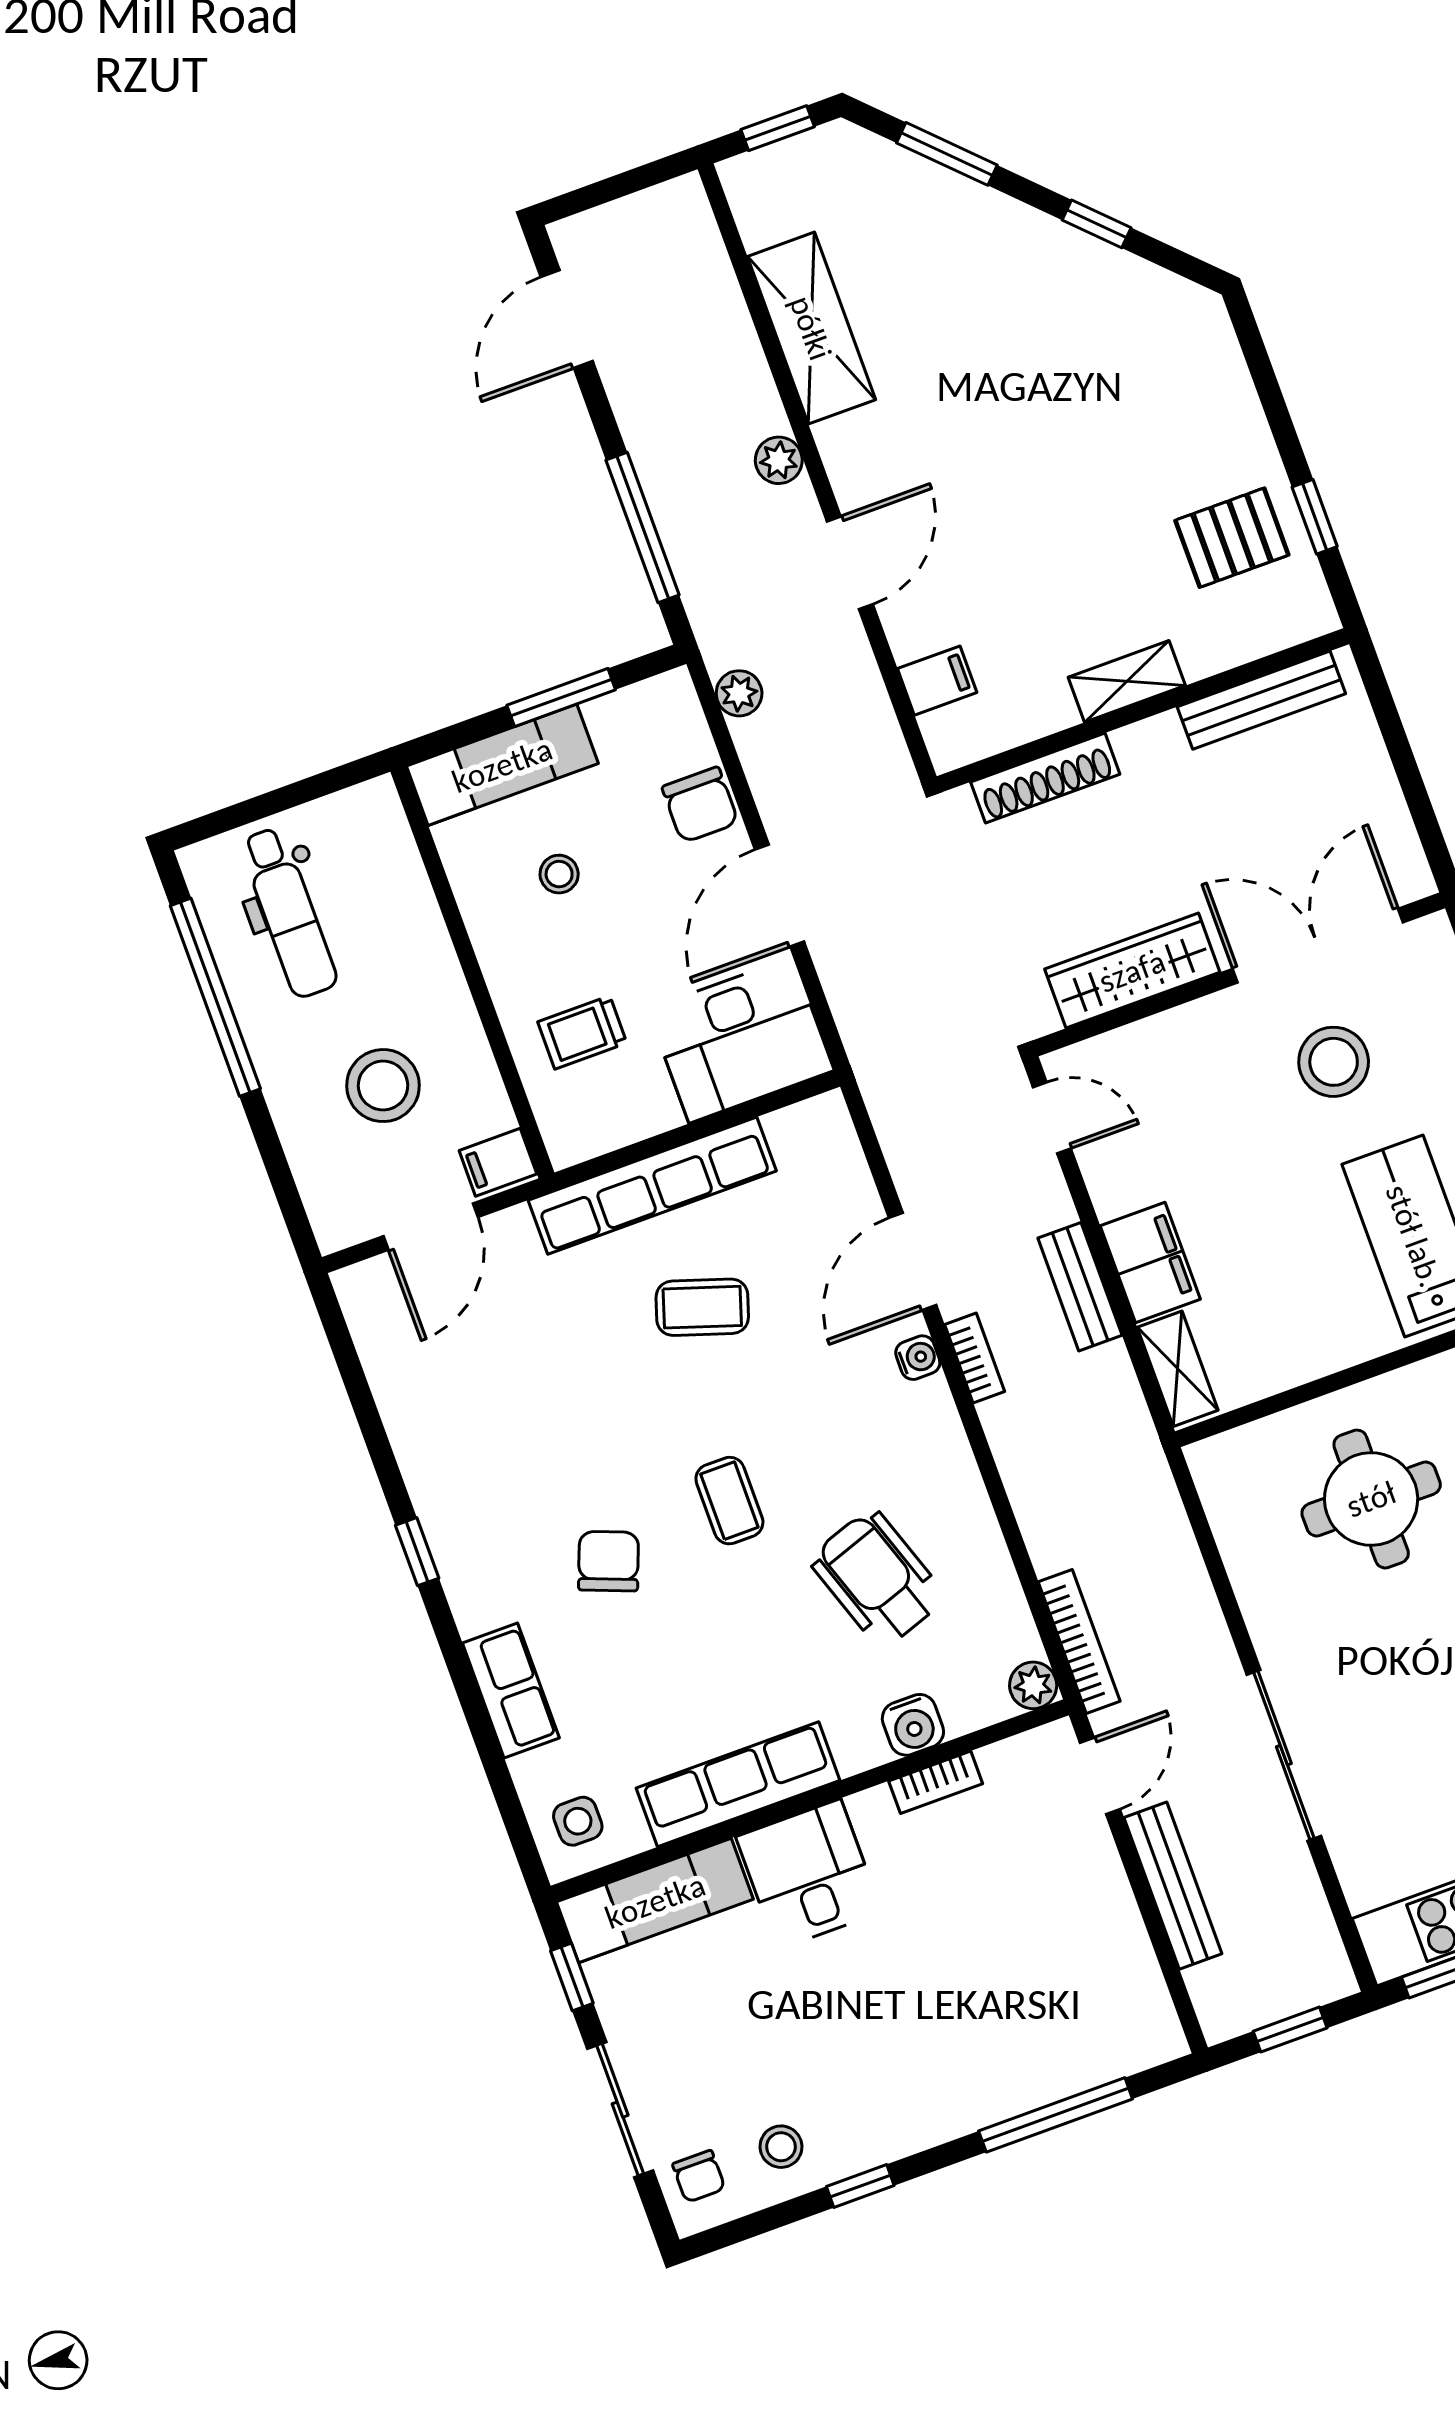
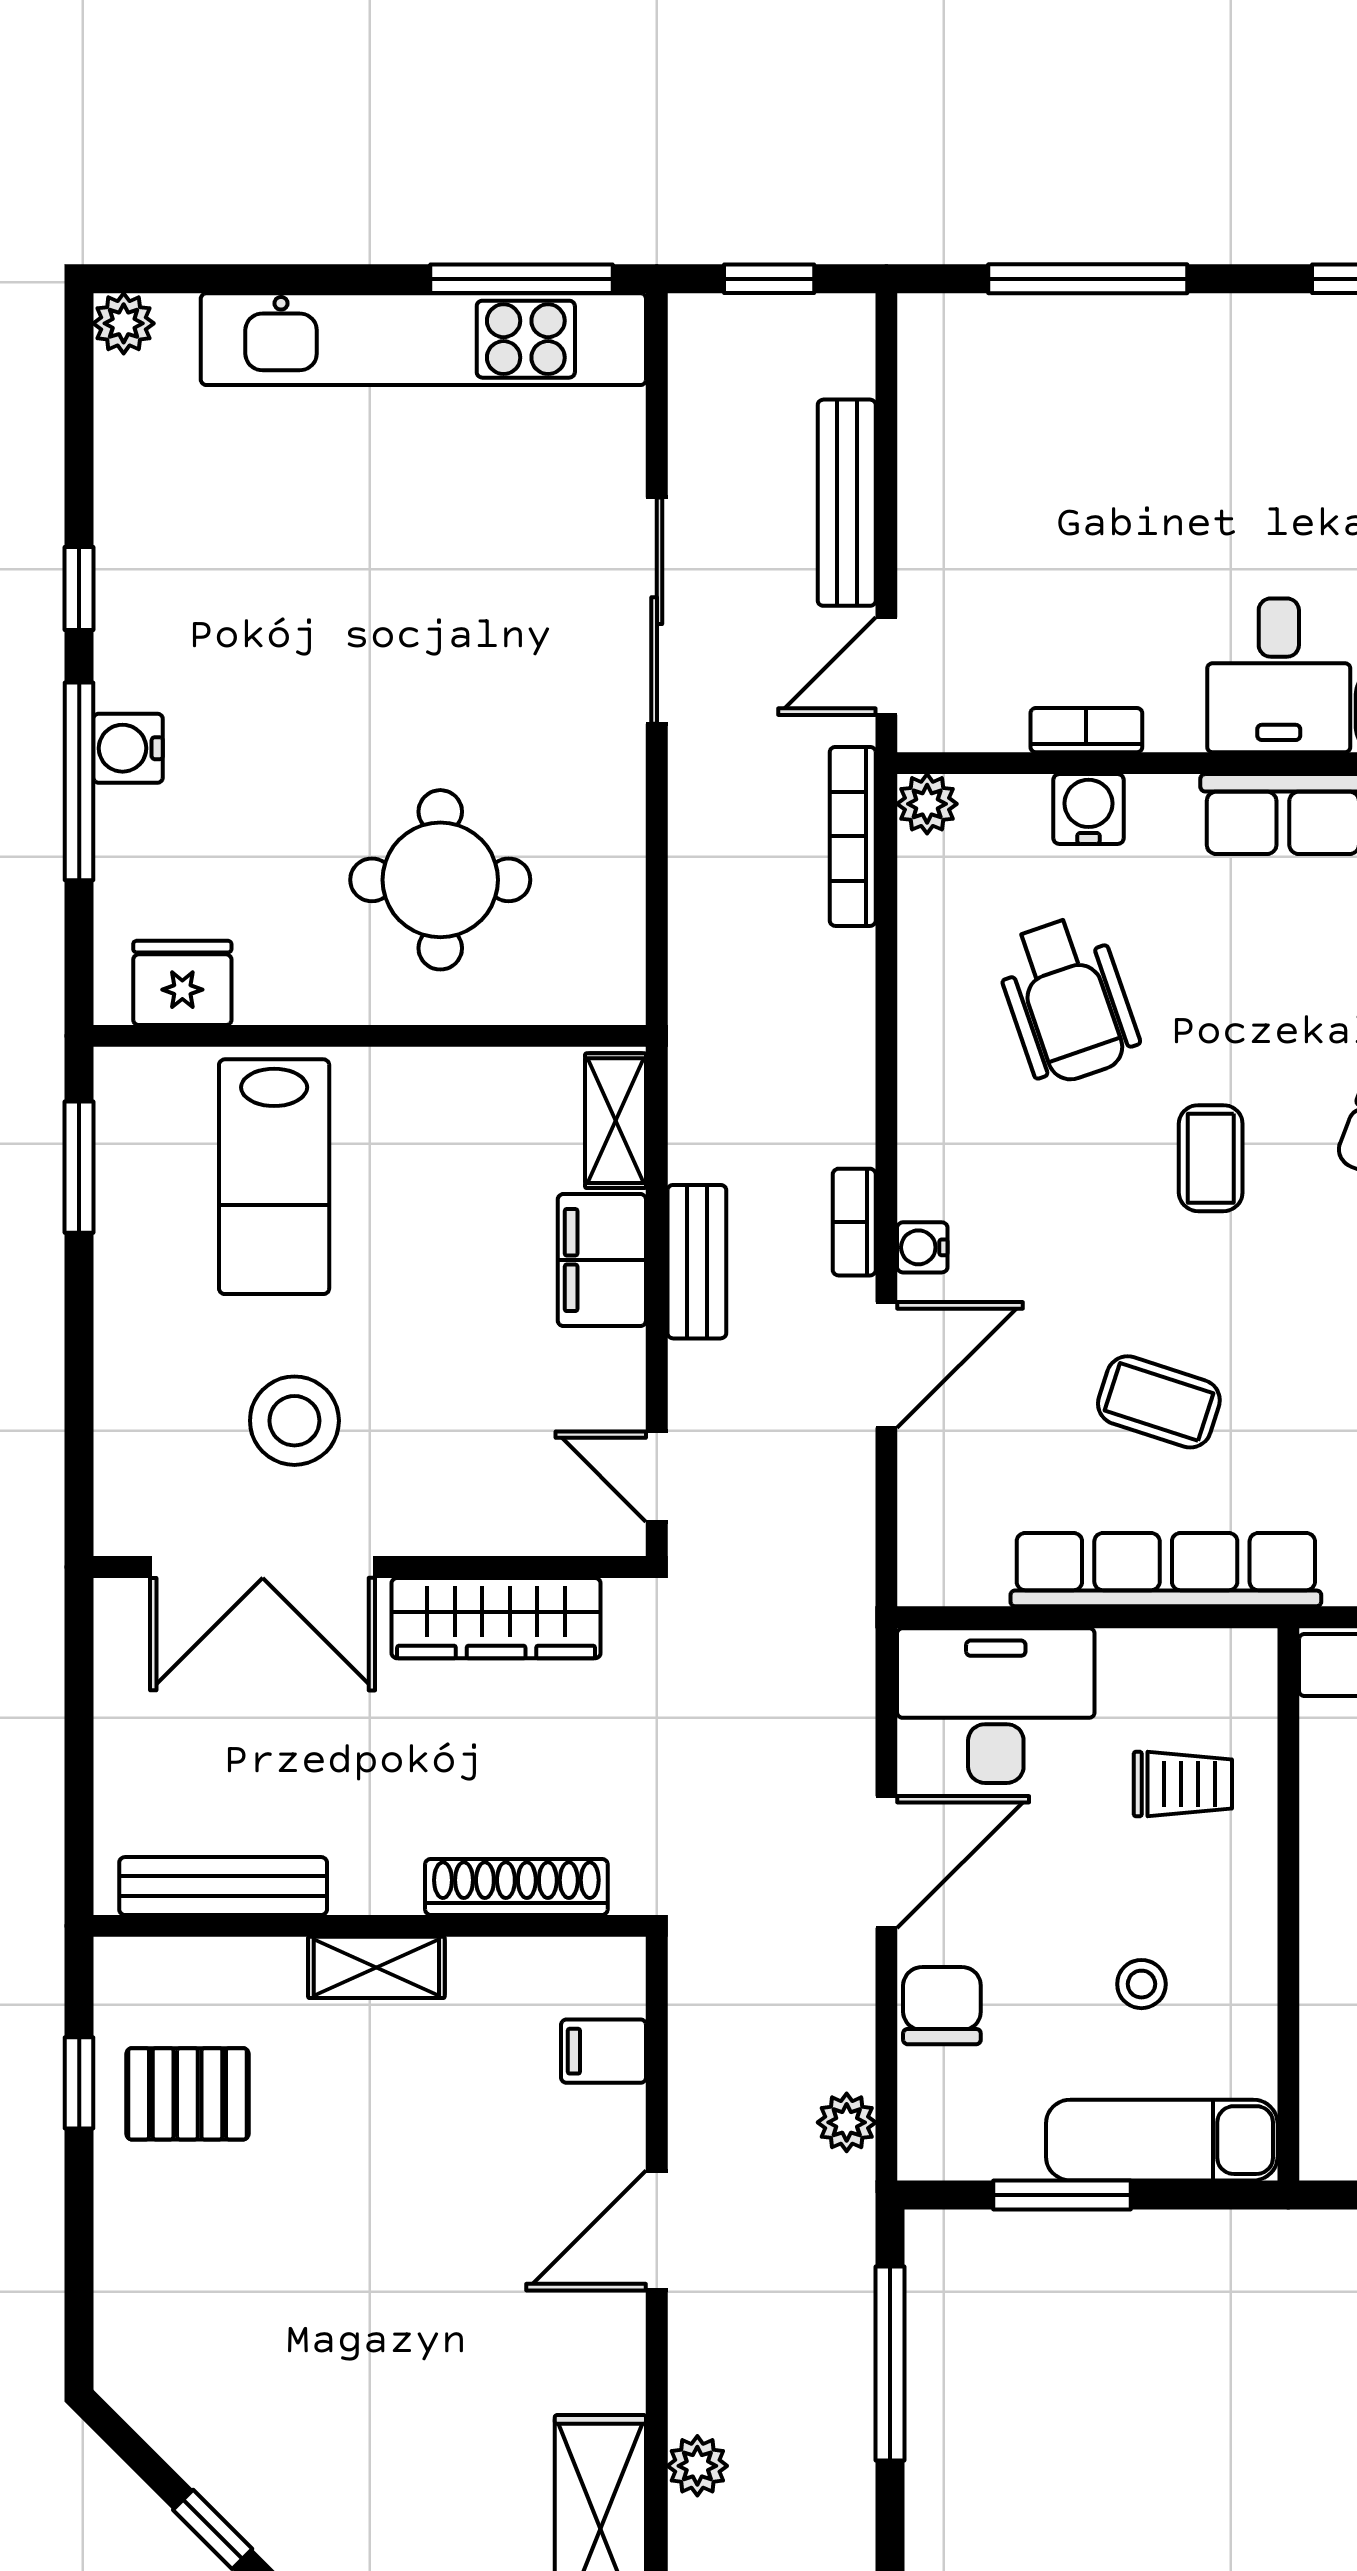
plant: (779, 460) -> (697, 2466), moved

